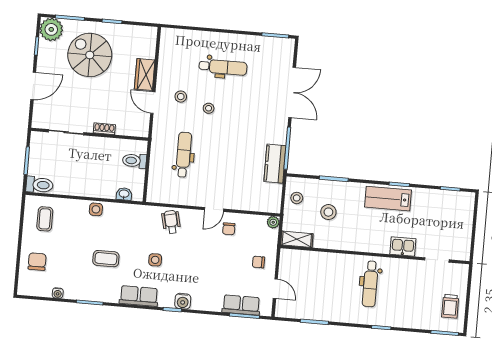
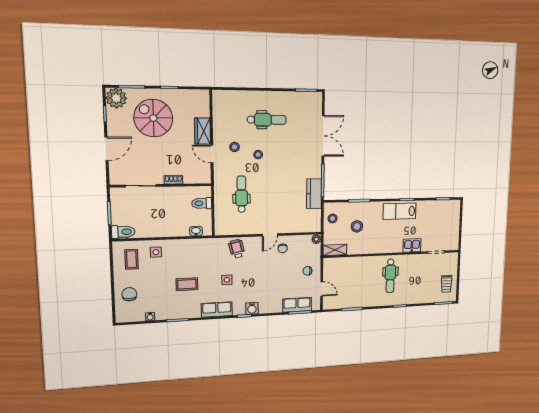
side table: (96, 209) -> (156, 252), moved

